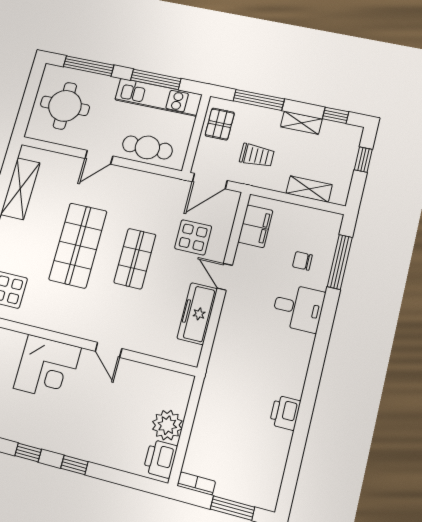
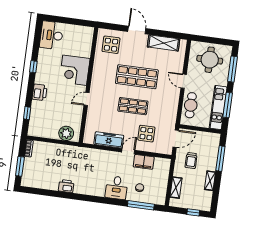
window: (336, 115) -> (215, 197), removed
pallet: (220, 124) -> (206, 140), removed
door: (210, 181) -> (176, 139), swing flipped
filing cabinet: (255, 226) -> (144, 162), moved
plant: (167, 425) -> (66, 133), moved
printer: (160, 459) -> (40, 92), moved, turned 90
window: (74, 465) -> (27, 113), moved

